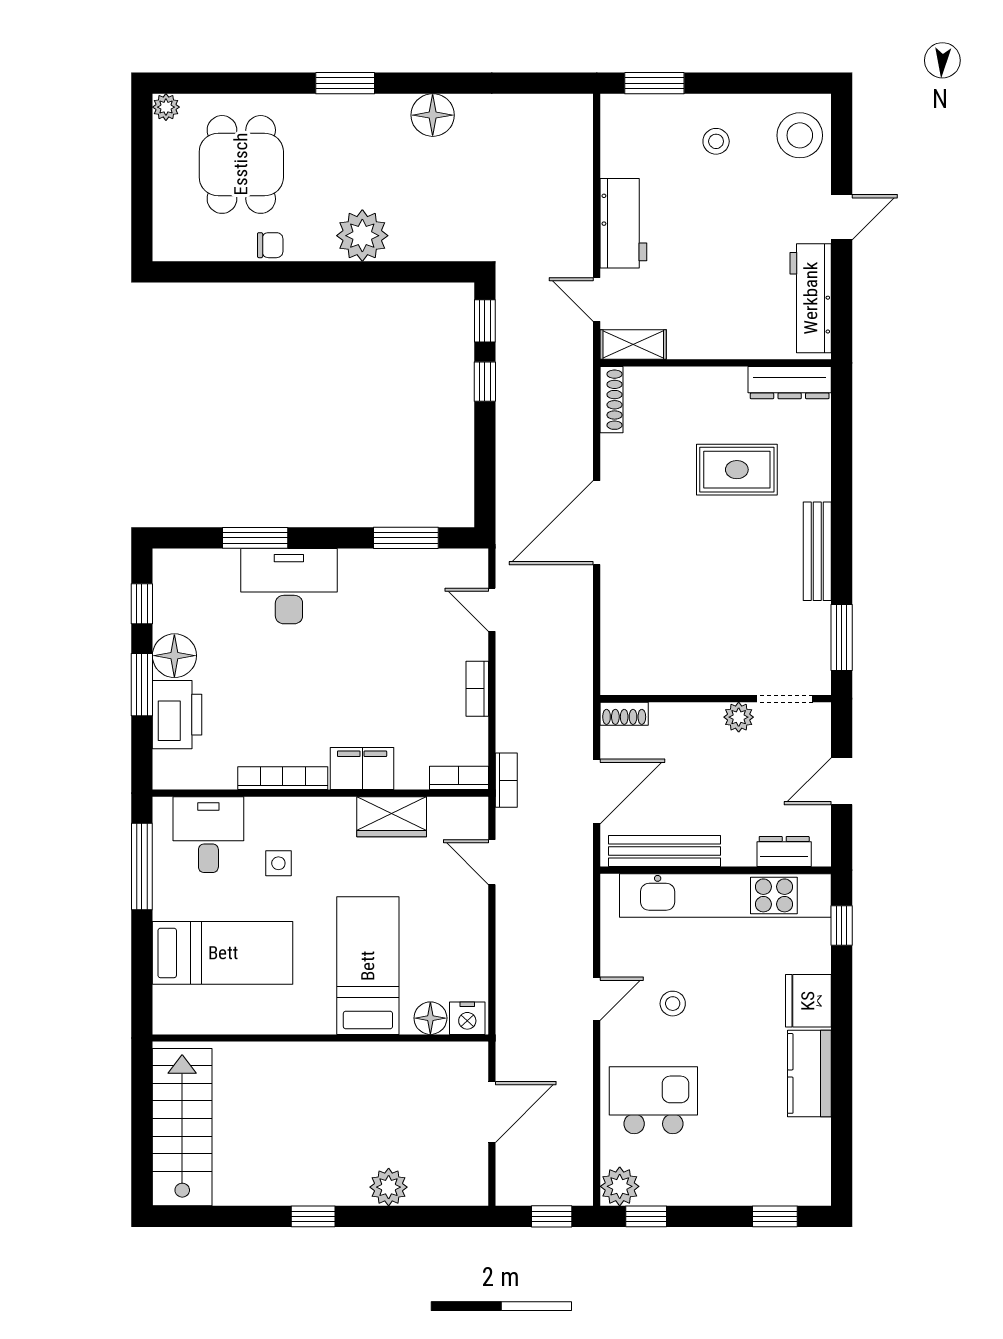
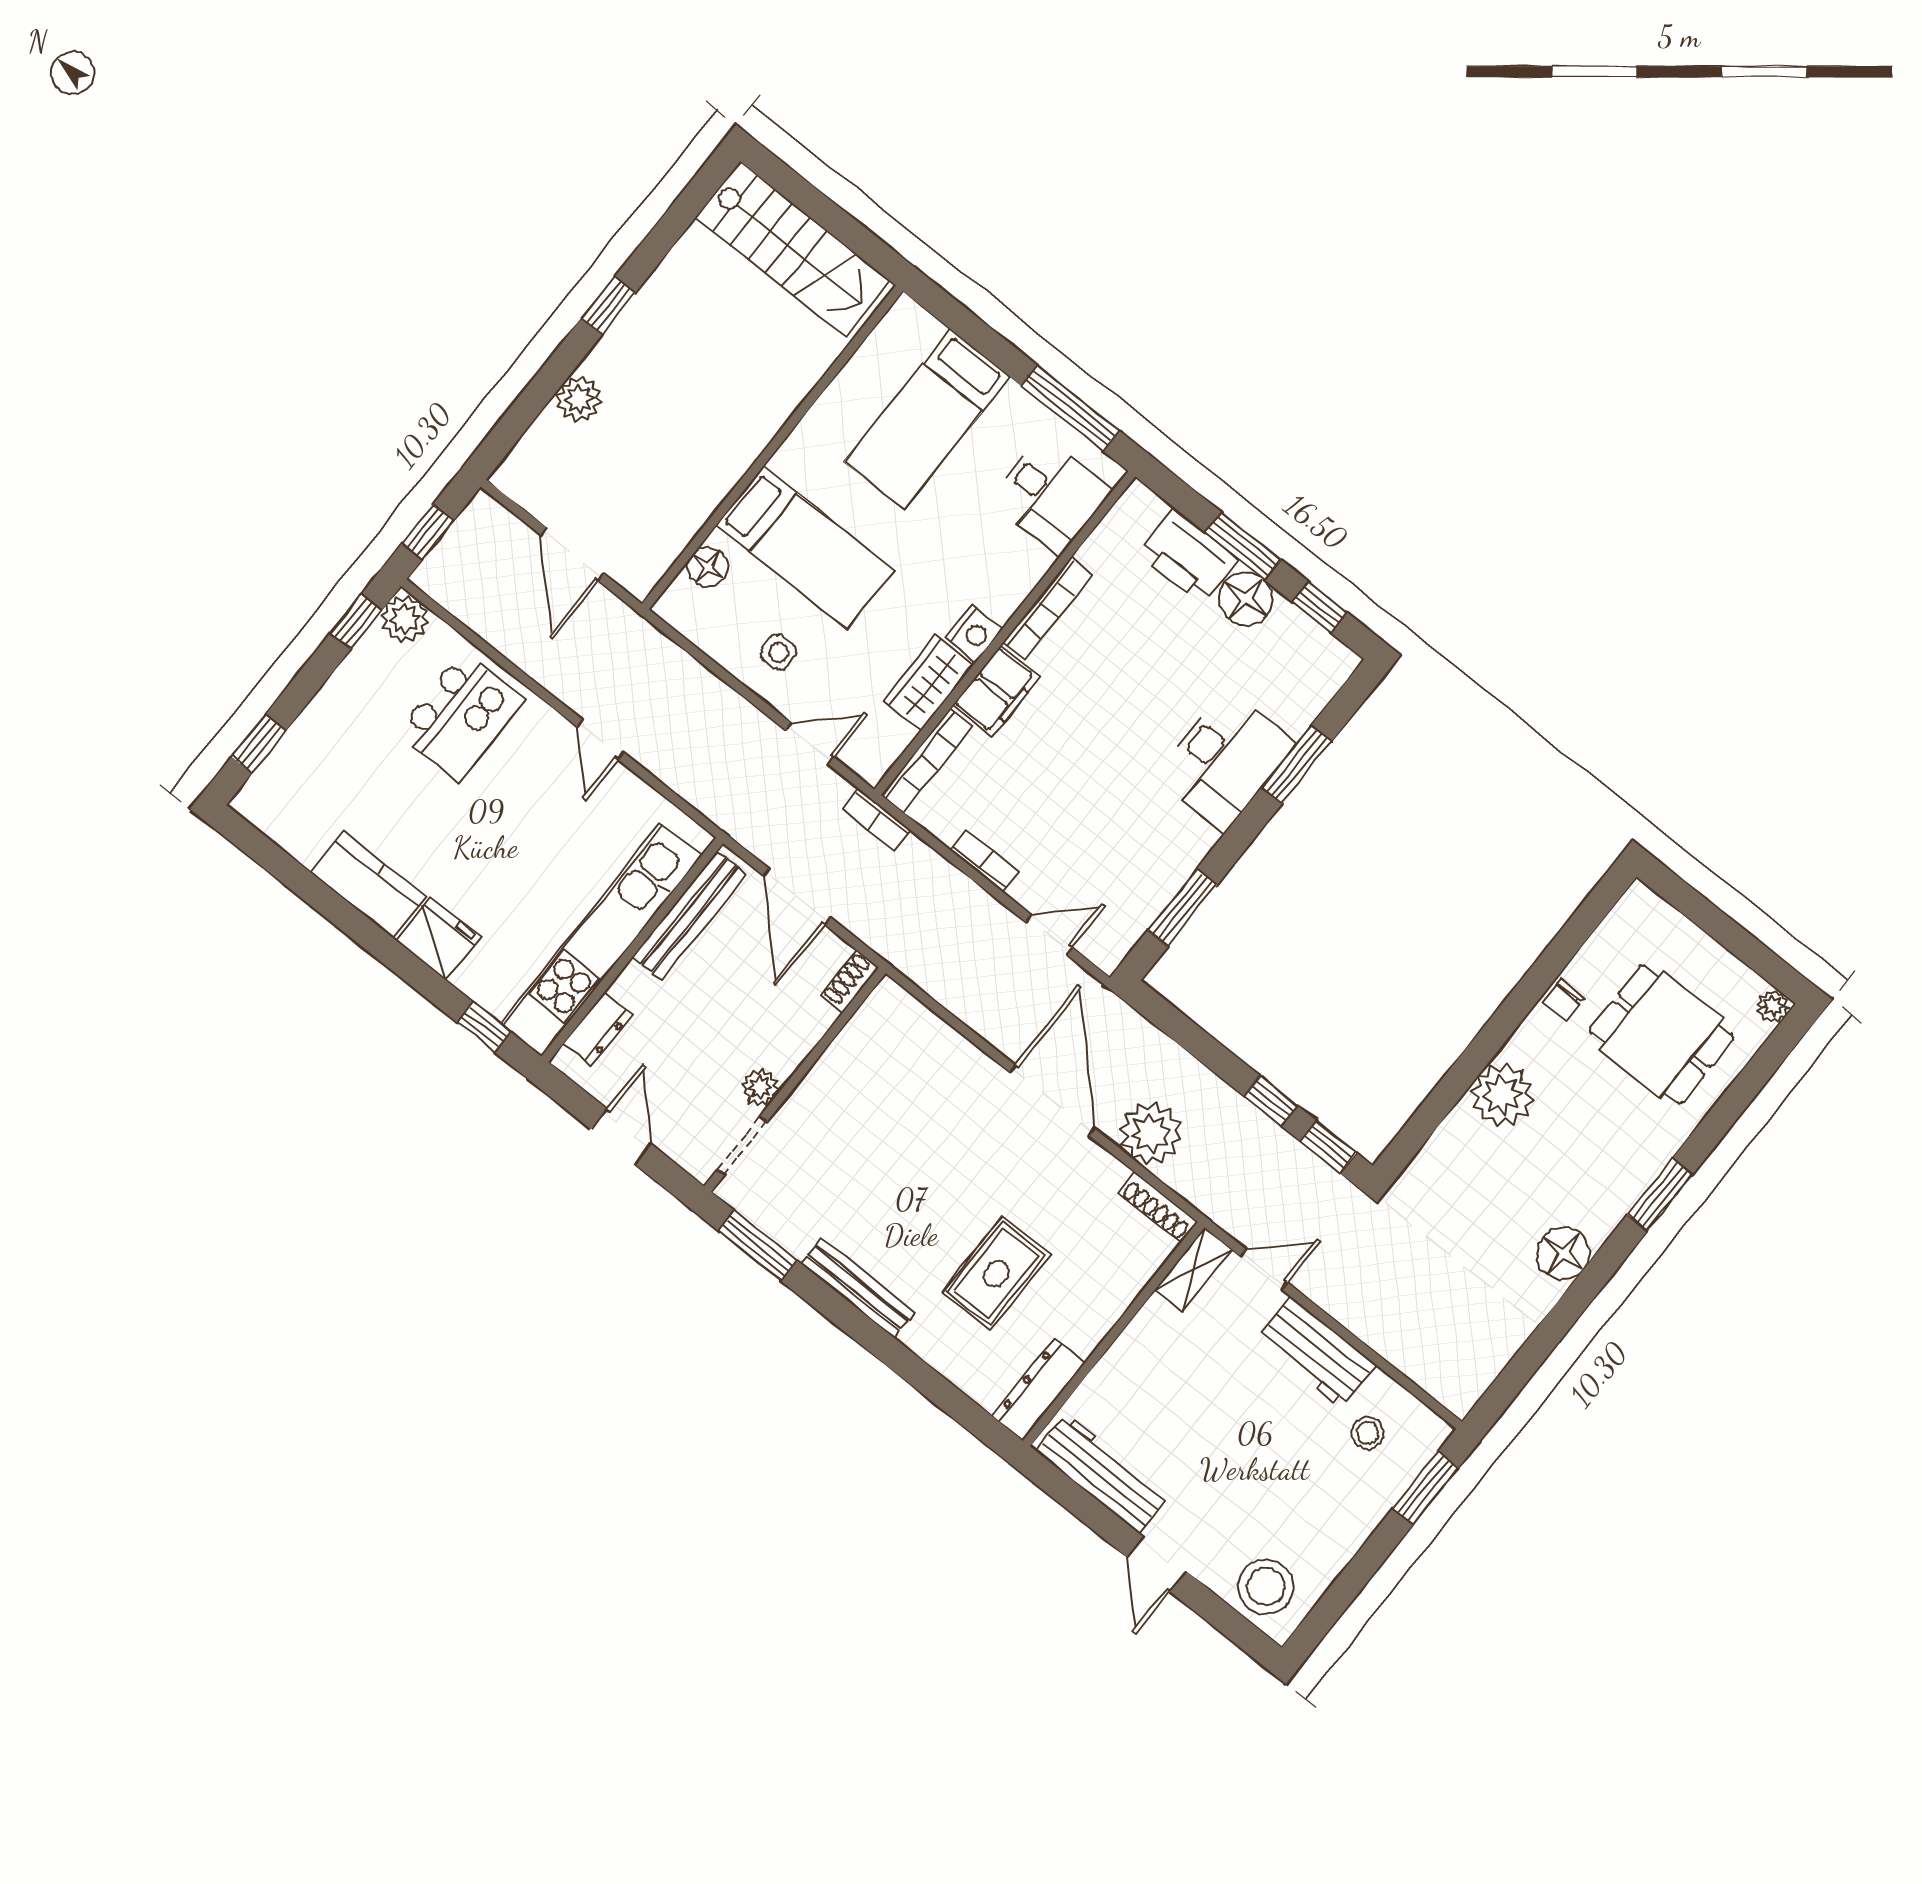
stool: (716, 141) -> (1368, 1433), moved
plant: (567, 442) -> (1150, 1133), added
bookcase: (459, 778) -> (927, 760), width x1.56
side table: (278, 863) -> (779, 652), moved
stool: (673, 1004) -> (538, 808), removed
nightstand: (467, 1018) -> (974, 633), moved, turned 180

